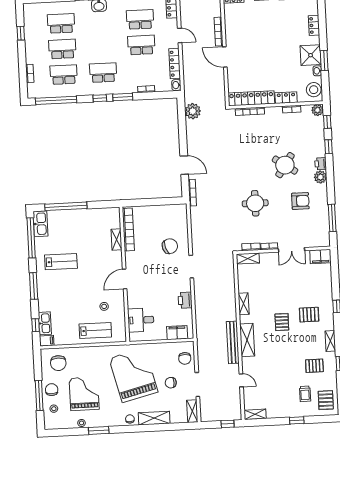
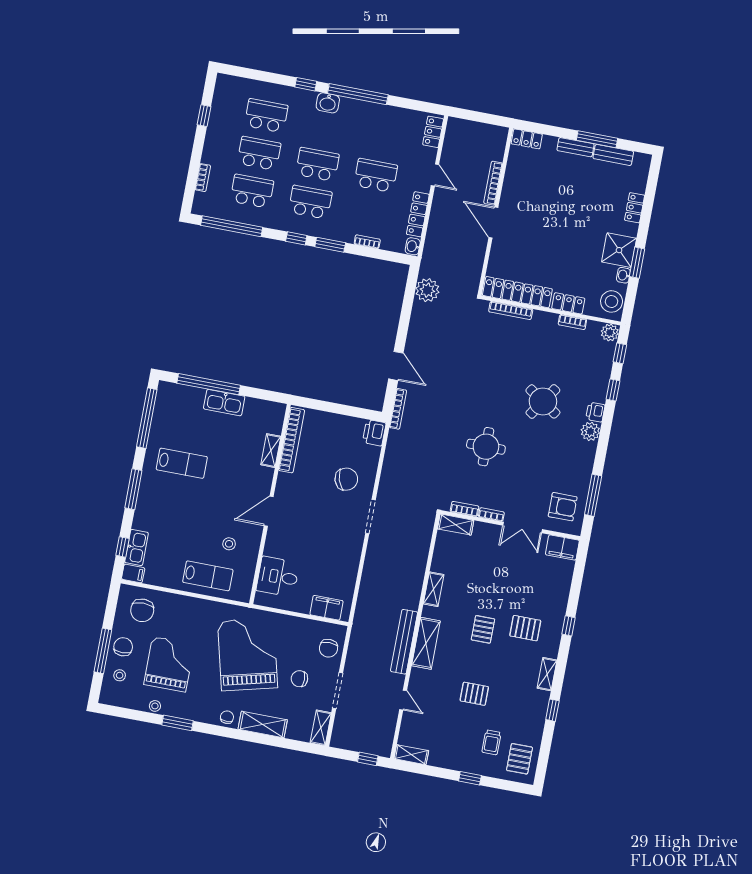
school desk: (140, 19) -> (317, 164), moved
armchair: (300, 201) -> (563, 507), moved
kitchen sink: (41, 224) -> (224, 403), moved, turned 90
printer: (185, 300) -> (374, 433), moved
pallet: (314, 366) -> (474, 694), moved

